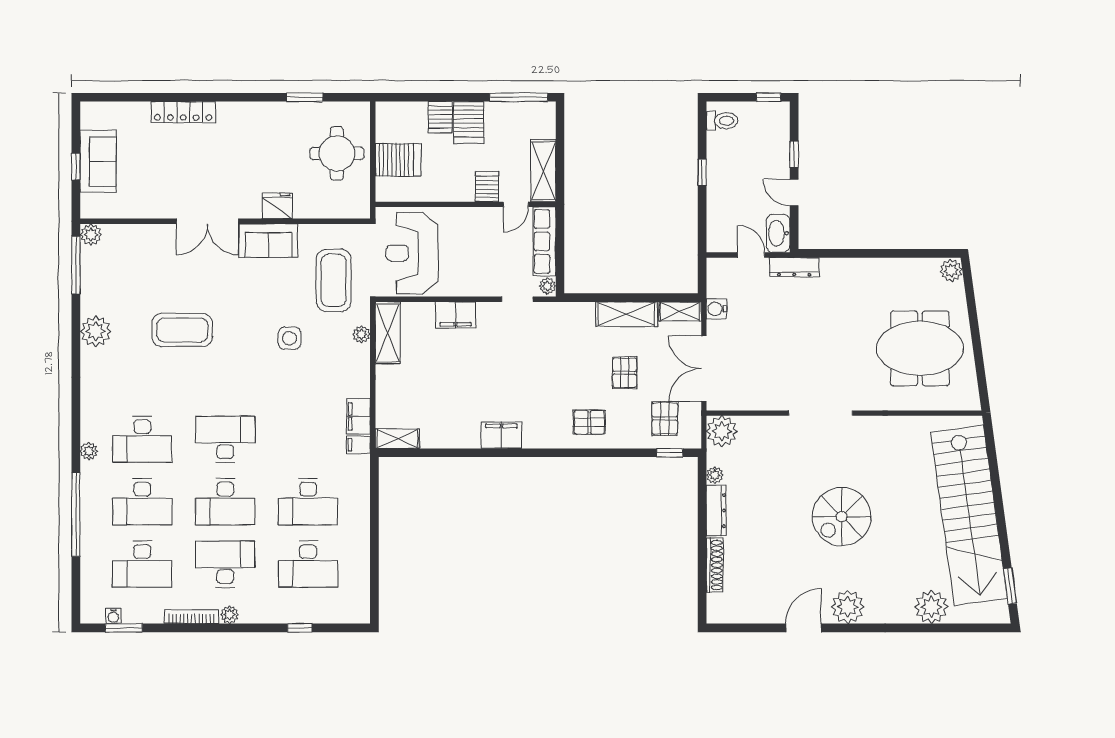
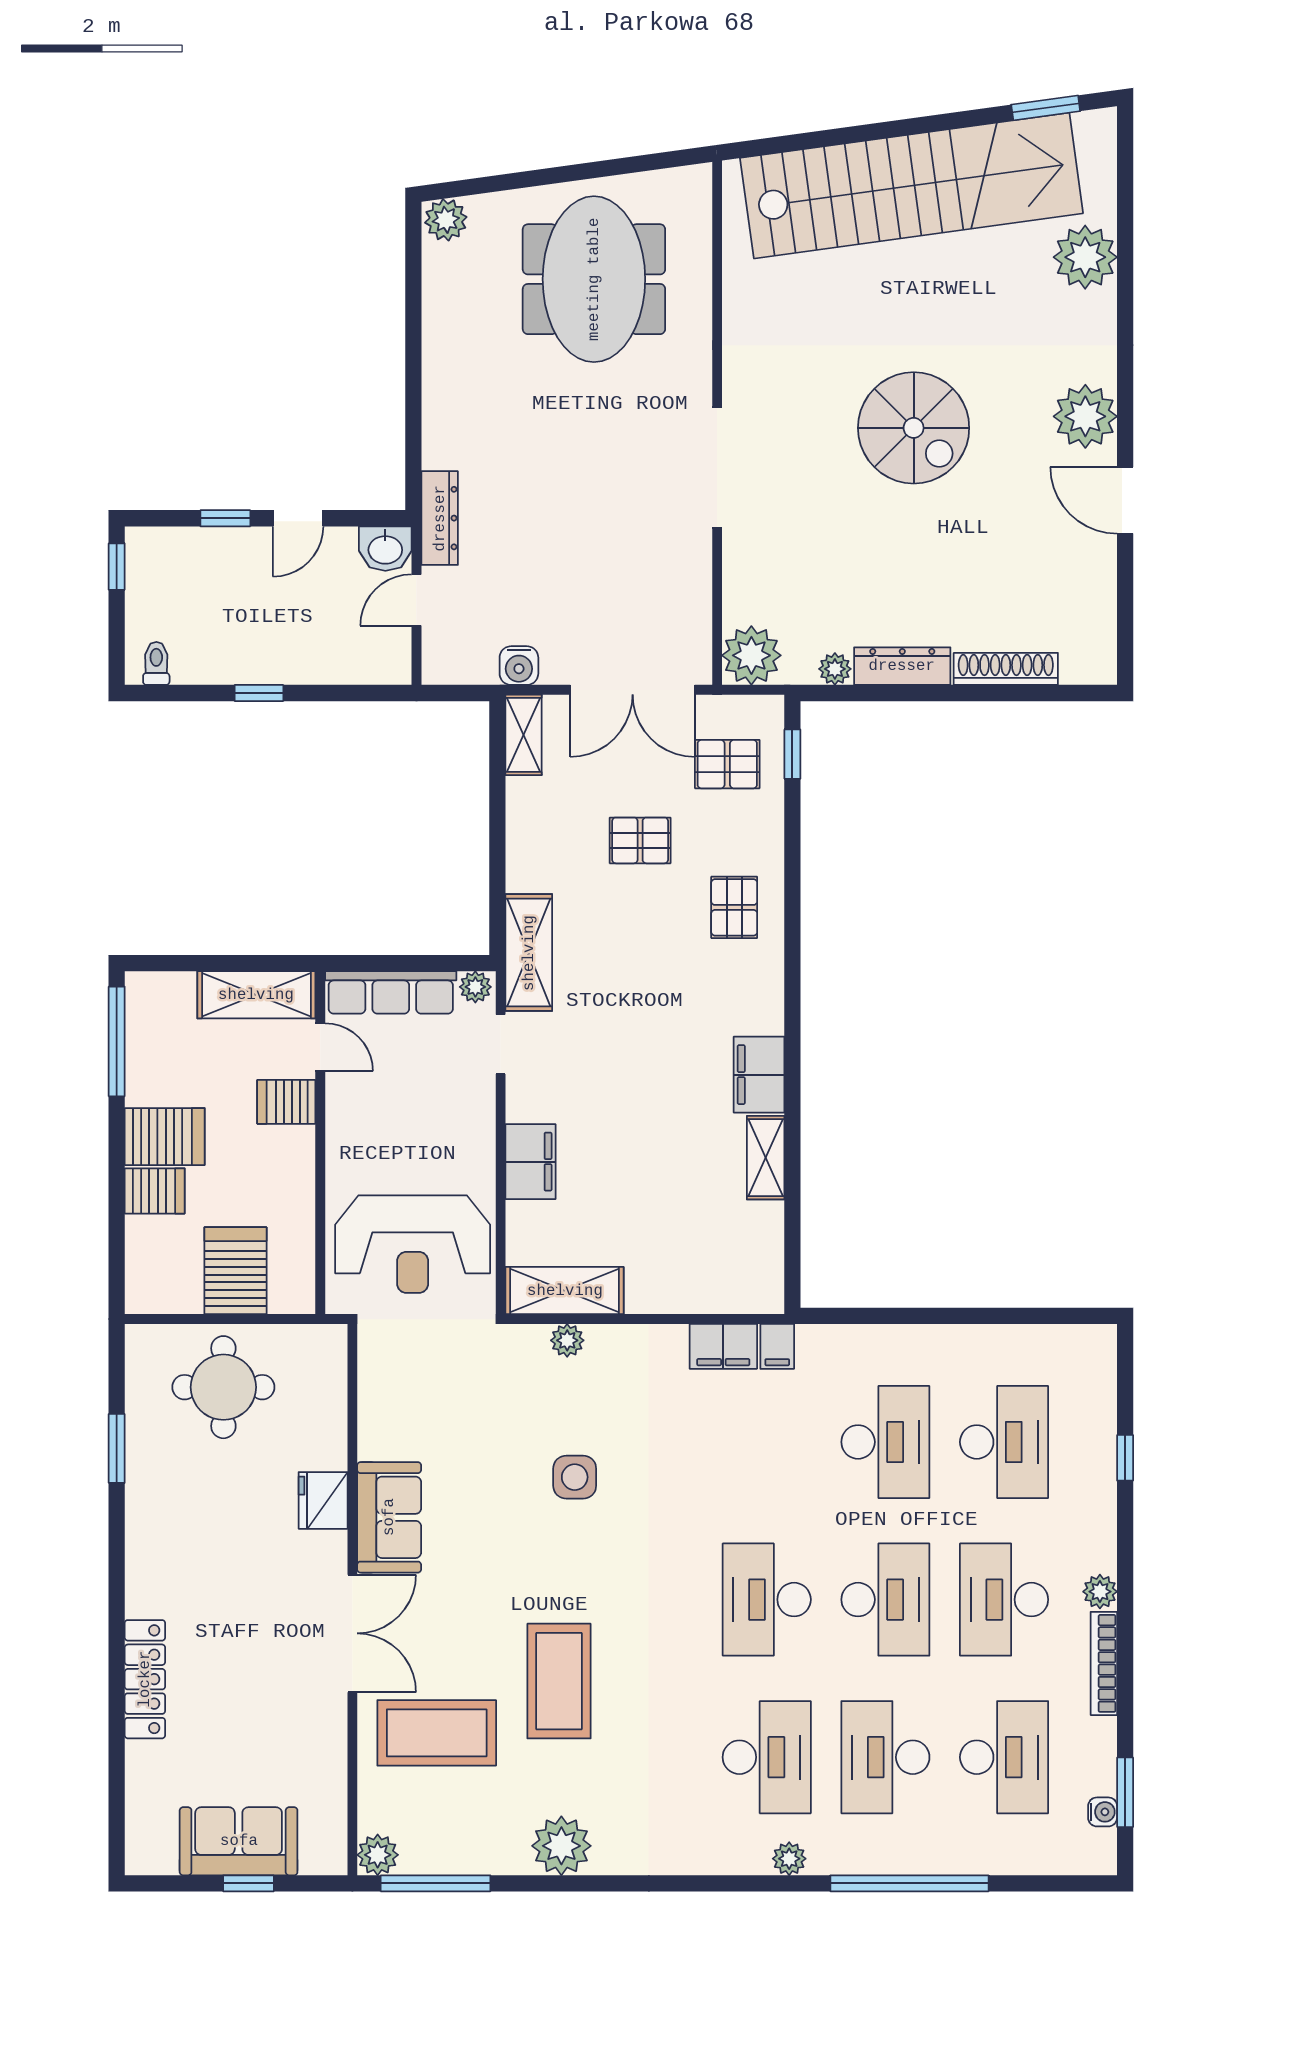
toilet: (722, 121) -> (156, 663), width x0.73, depth x0.72
washbasin: (778, 233) -> (385, 549), width x0.72
coffee table: (334, 280) -> (437, 1733), moved
shelving: (626, 314) -> (529, 953), moved
shelving: (397, 439) -> (766, 1158), moved
desk: (142, 502) -> (885, 1757), turned 180

